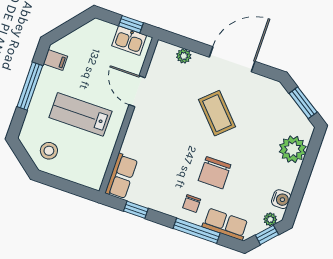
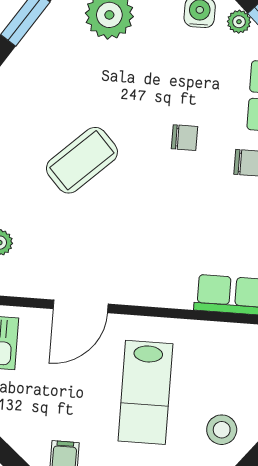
chair: (215, 173) -> (185, 138), width x0.54, depth x0.54

